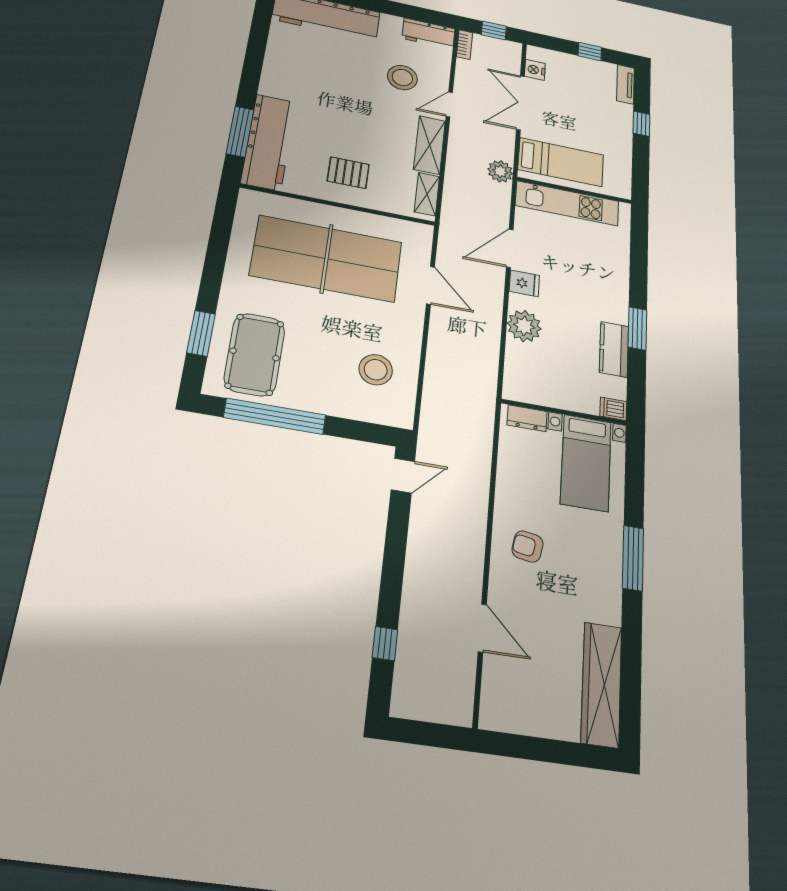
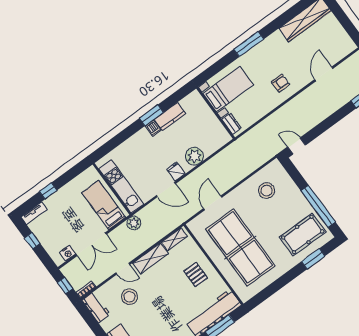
dishwasher: (613, 409) -> (153, 128), moved
armchair: (527, 546) -> (280, 83), turned -100

